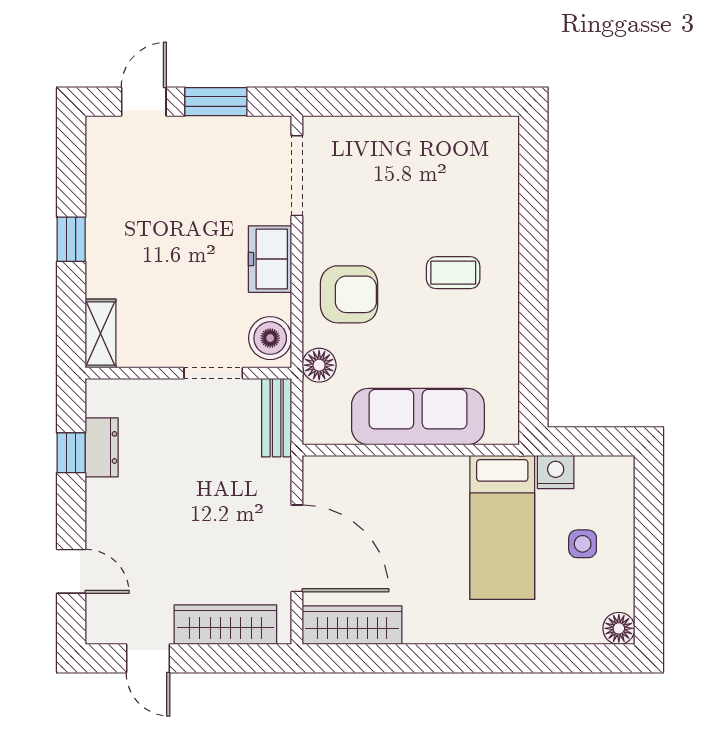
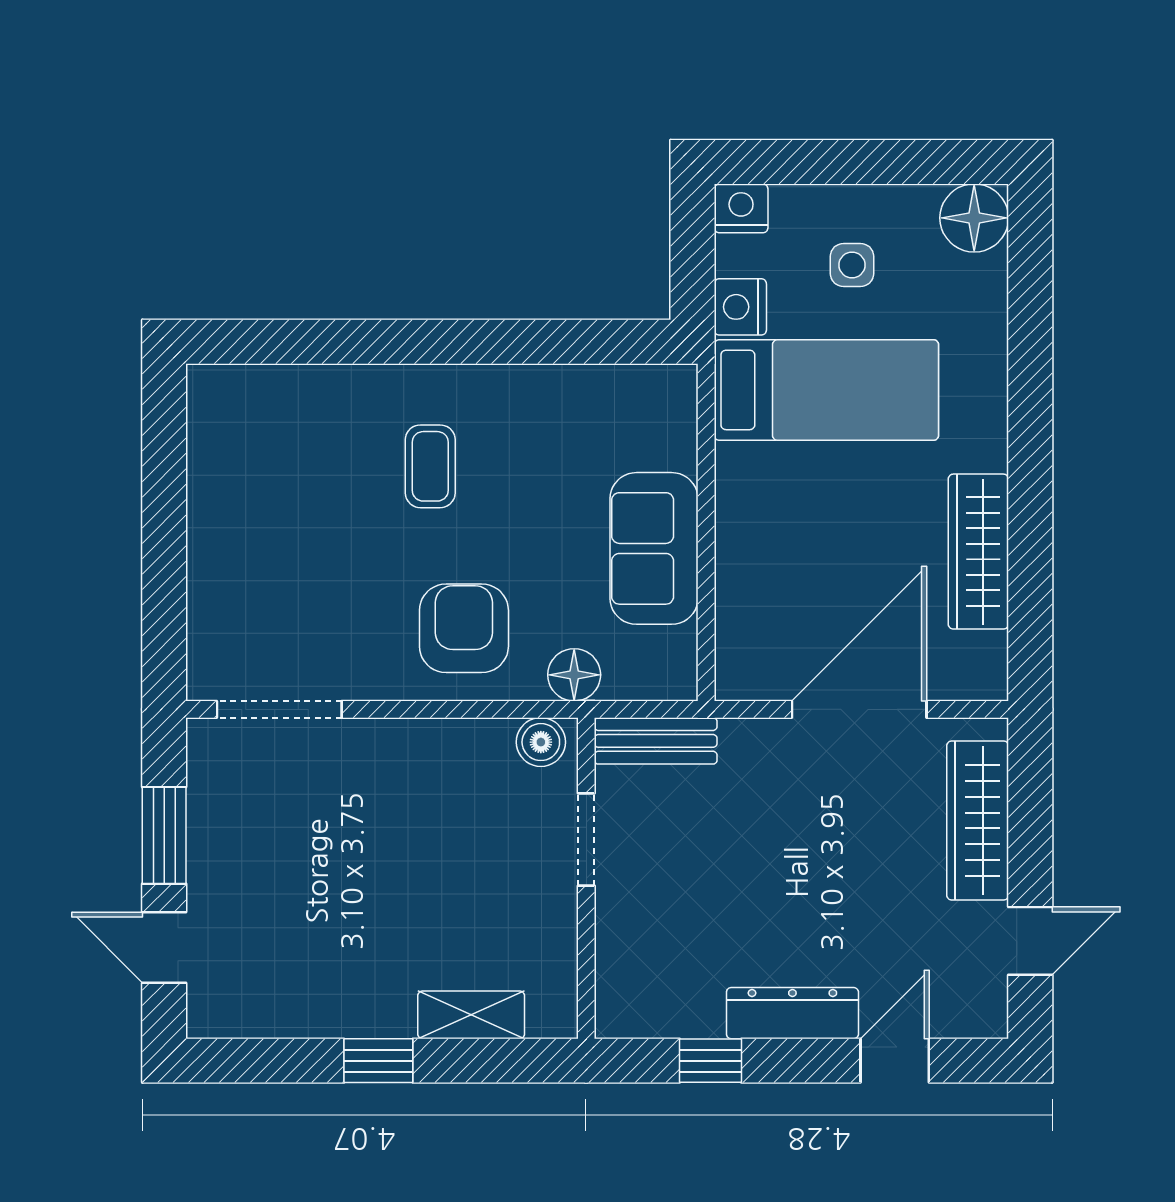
freezer: (270, 259) -> (409, 751), removed
shelving: (100, 333) -> (471, 1015), moved
boiler: (270, 338) -> (541, 742), width x0.73, depth x0.73
sofa: (418, 417) -> (654, 548), width x0.73
dresser: (102, 447) -> (792, 1013), moved, width x1.44
nightstand: (619, 472) -> (741, 208), added
wardrobe: (352, 625) -> (978, 552), moved
floor lamp: (619, 628) -> (974, 218), width x1.38, depth x1.38

